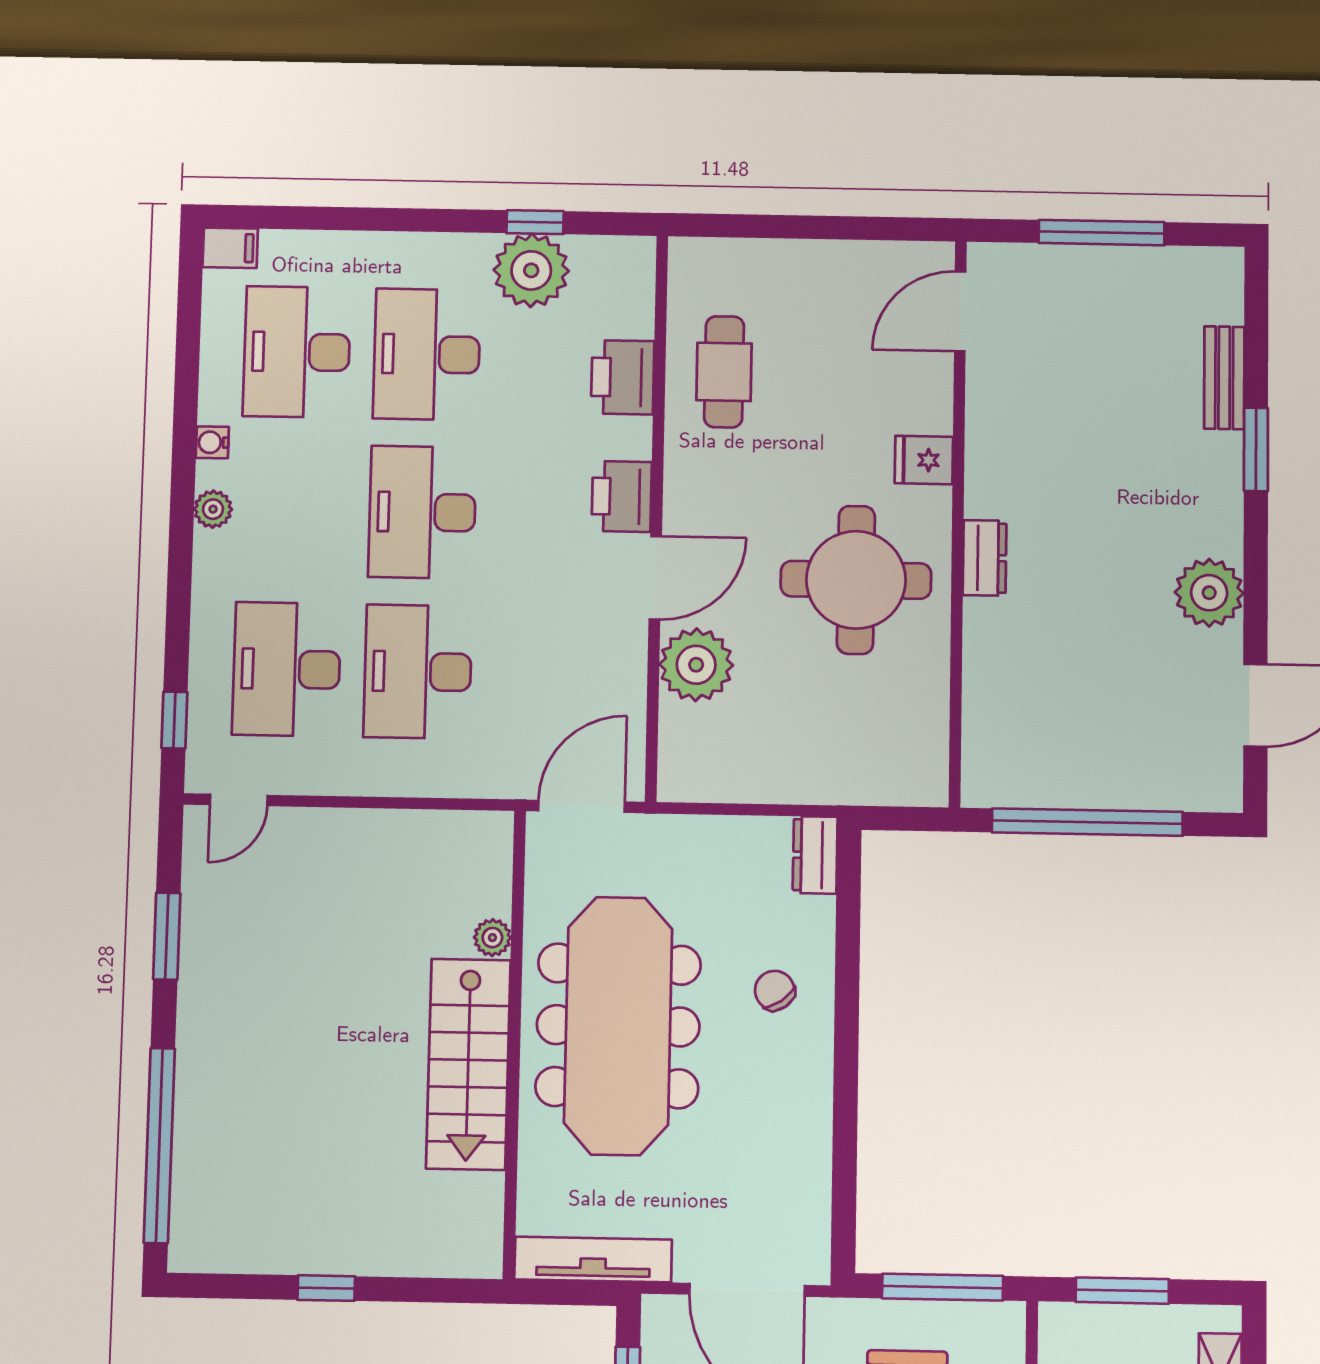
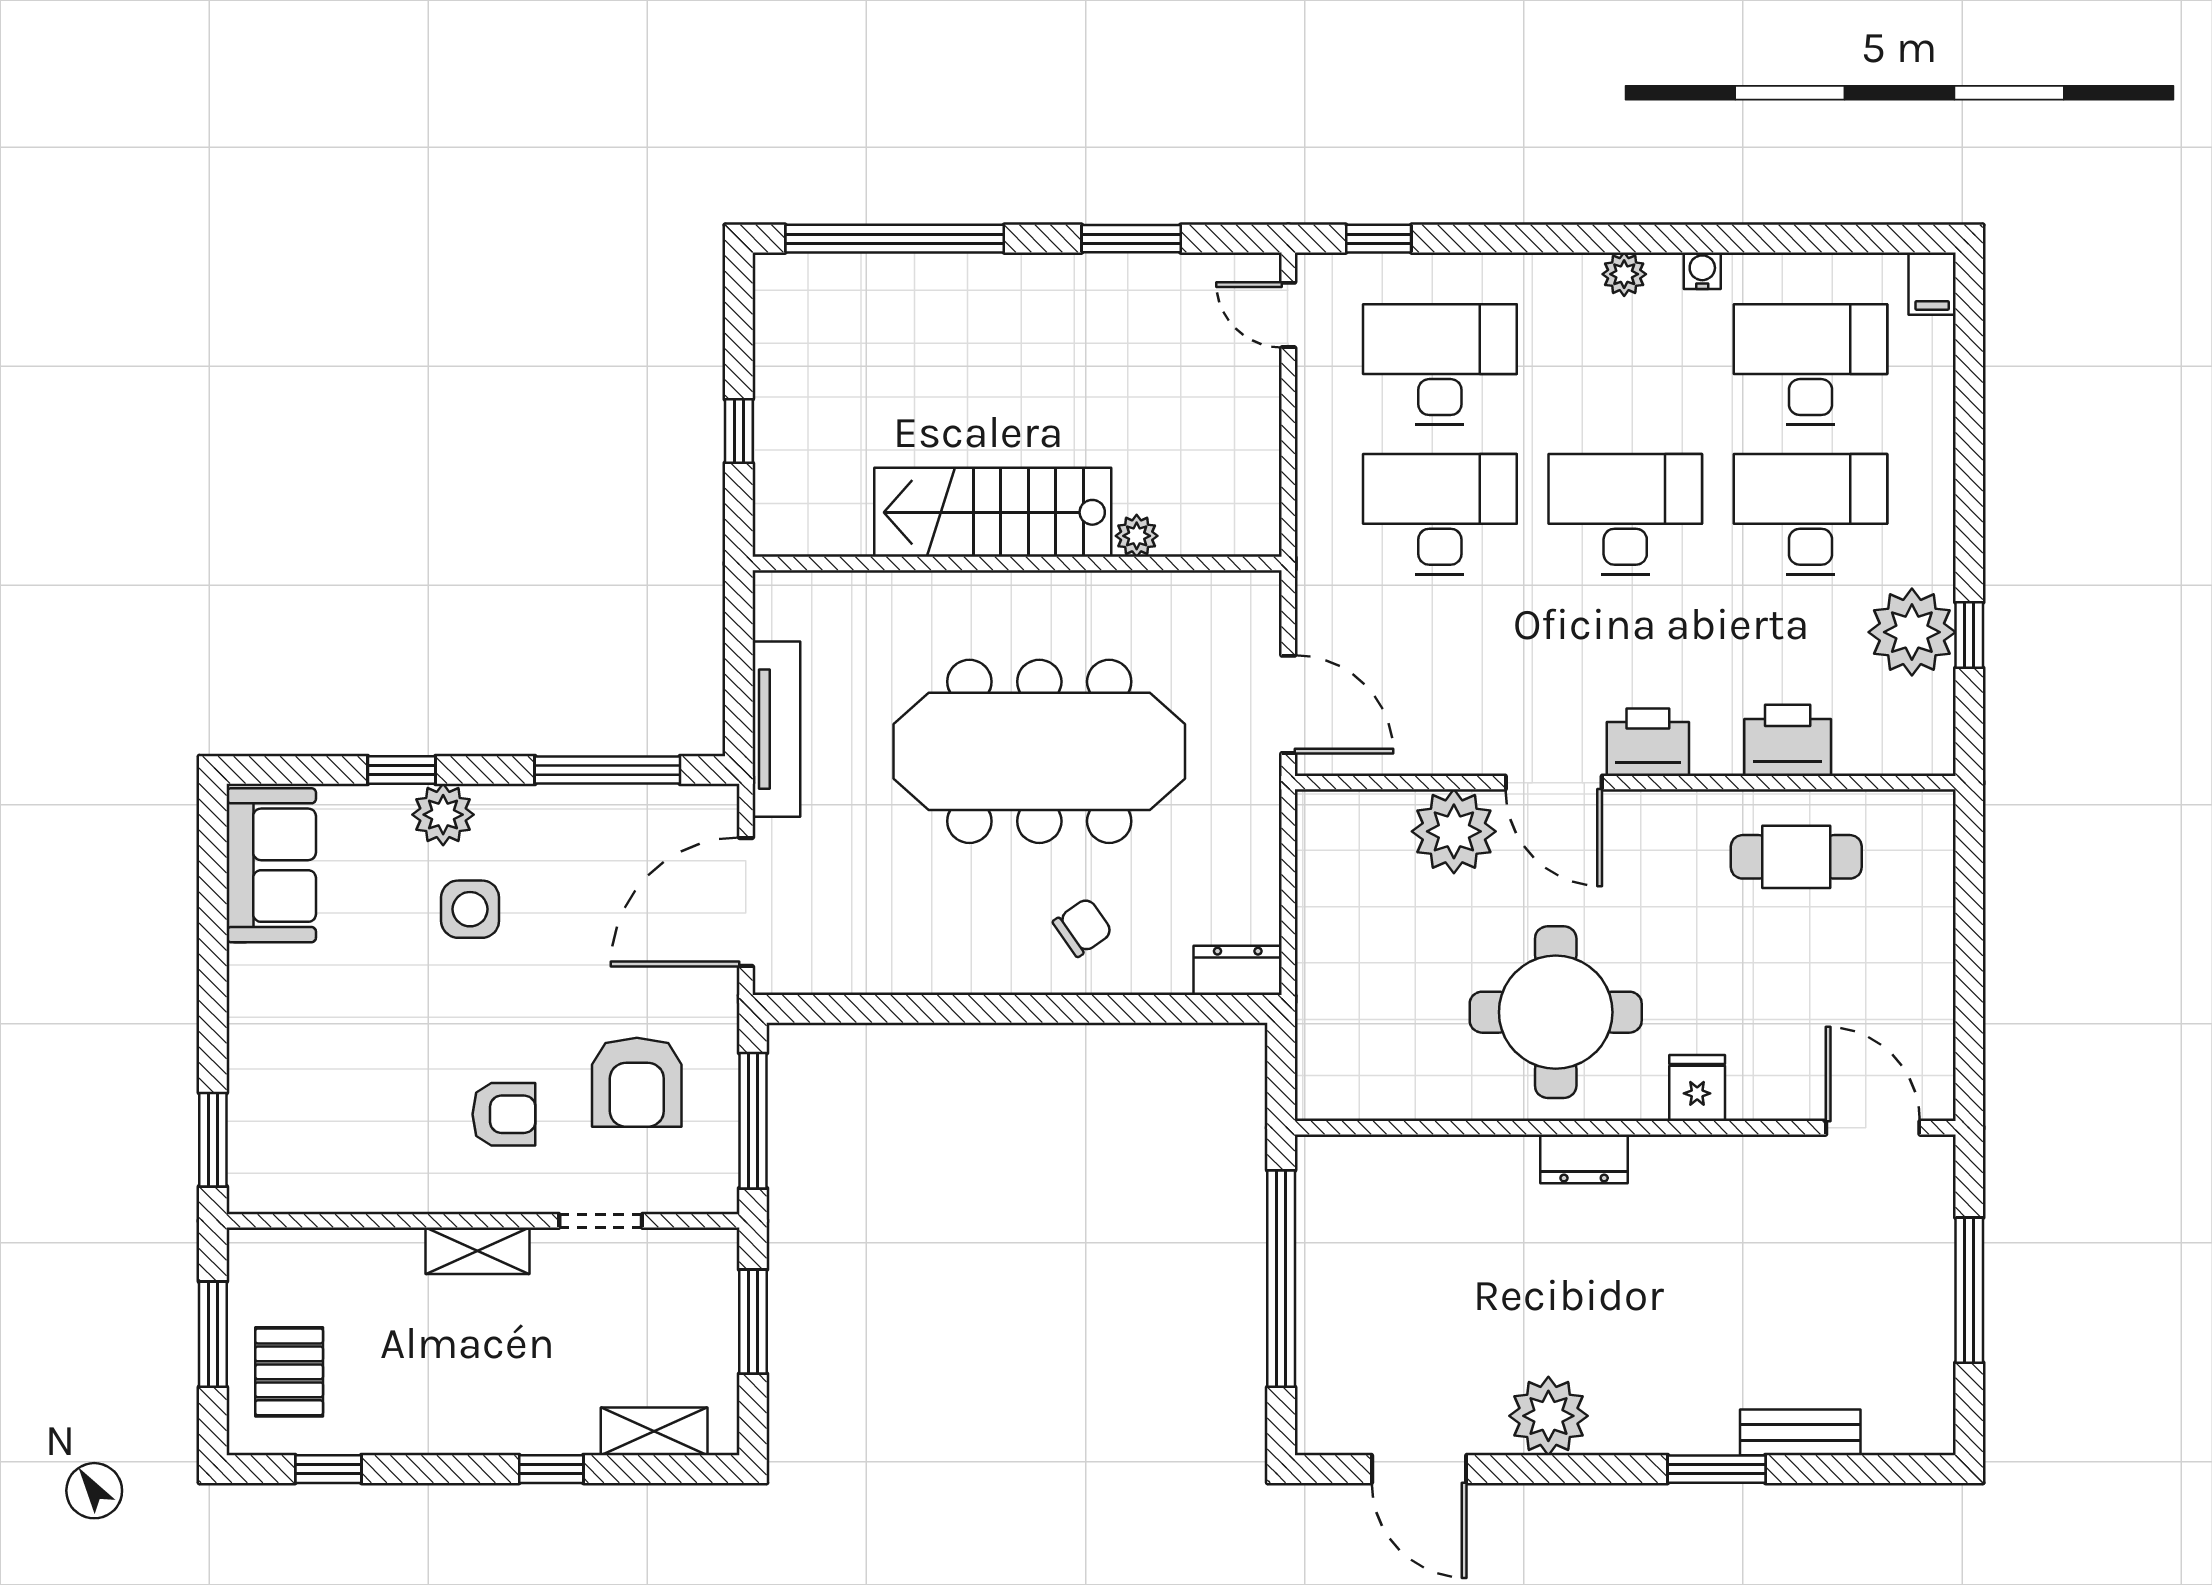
plant: (492, 938) -> (1137, 536), moved
wall: (514, 1043) -> (1017, 563), moved
stairs: (468, 1064) -> (993, 512), moved

